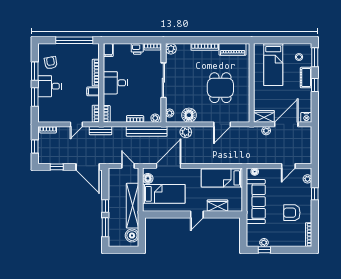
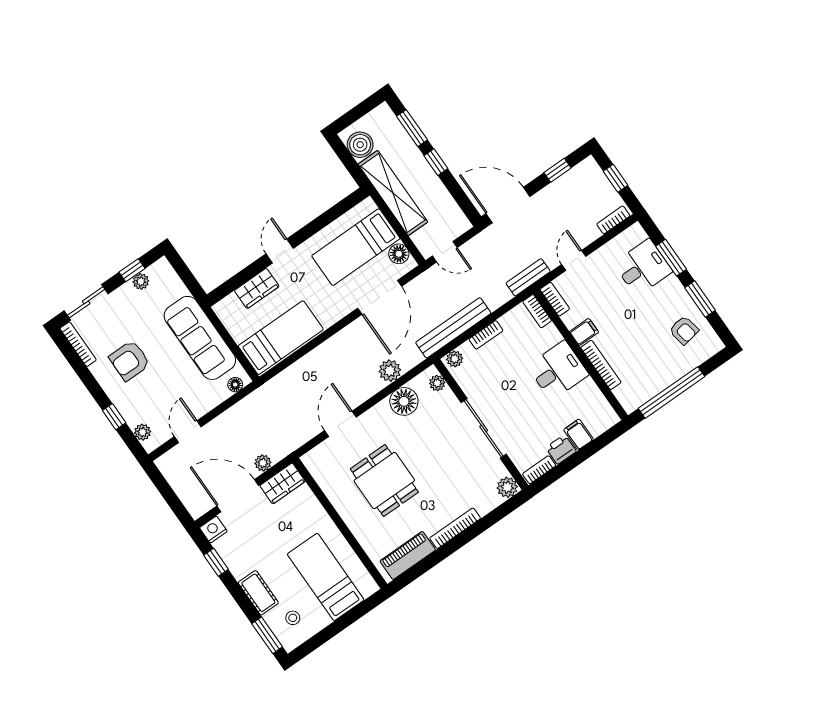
filing cabinet: (108, 50) -> (578, 435), moved
window: (315, 85) -> (216, 562), moved
desk: (50, 86) -> (643, 267), moved
door: (286, 124) -> (238, 496), swing flipped
armchair: (292, 213) -> (130, 361), turned 180
sliding door: (293, 250) -> (86, 302), added

